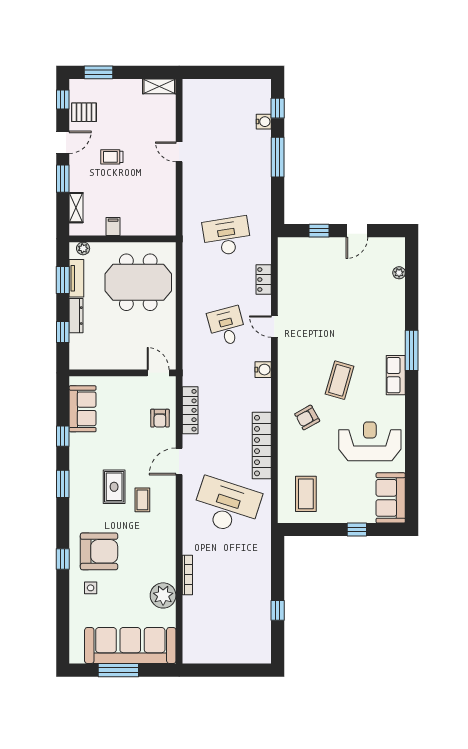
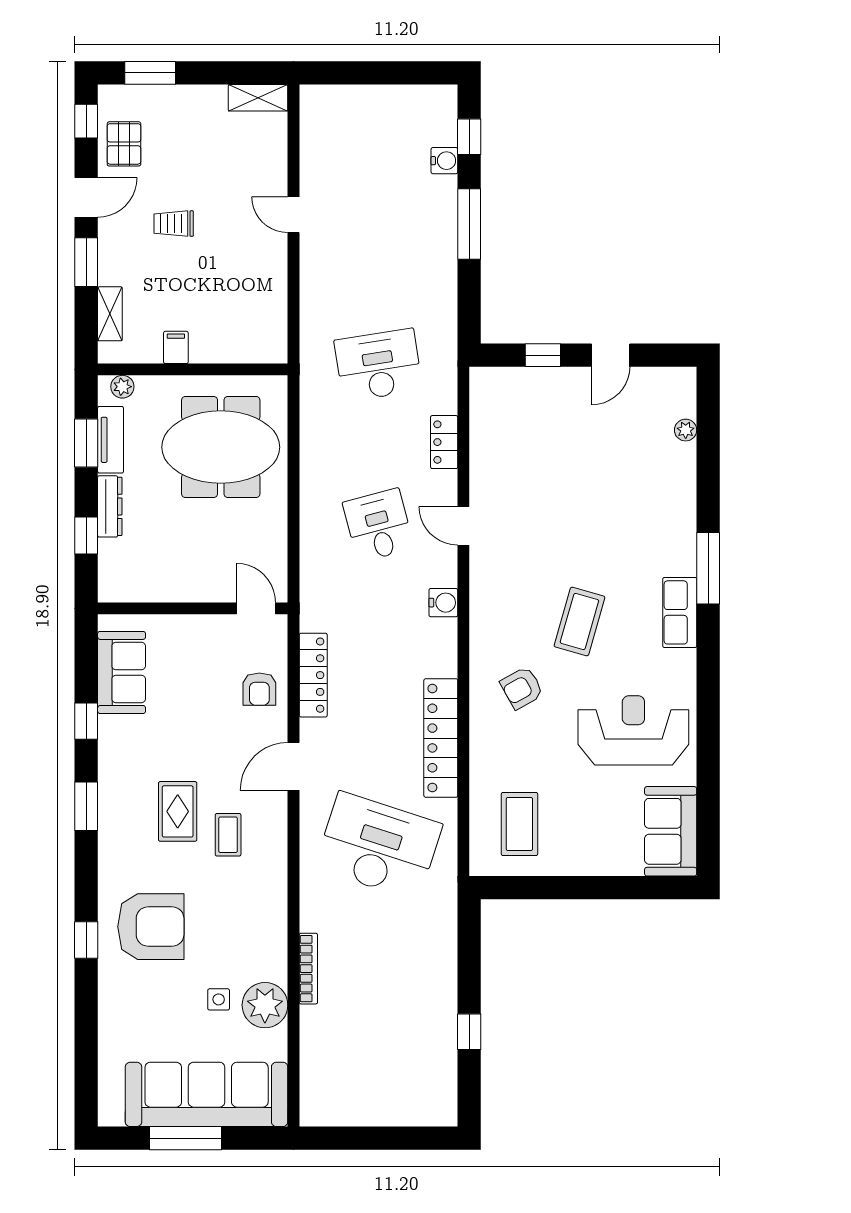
pallet: (84, 112) -> (124, 144), turned 90
window: (357, 530) -> (610, 888), removed
side table: (91, 588) -> (219, 999), moved

